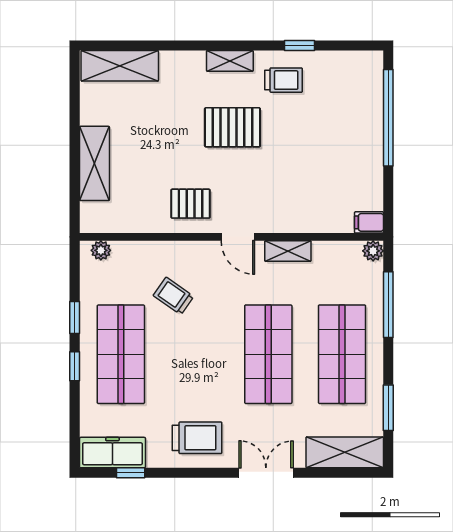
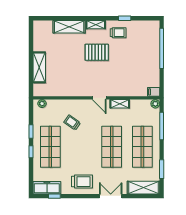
shelving: (120, 66) -> (69, 27), moved
pallet: (191, 204) -> (79, 84), removed

